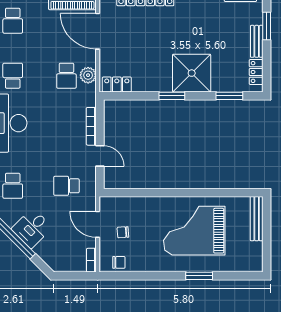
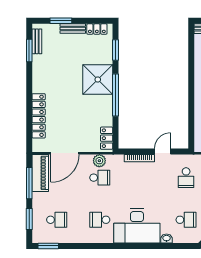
window: (172, 96) -> (116, 95), width x2.11

